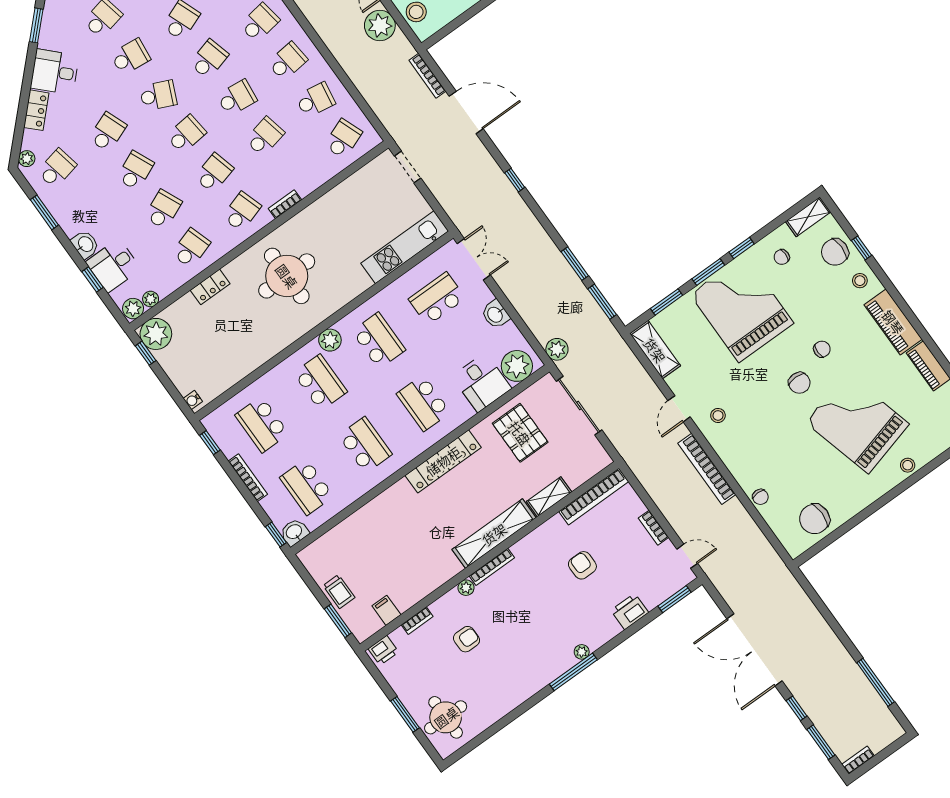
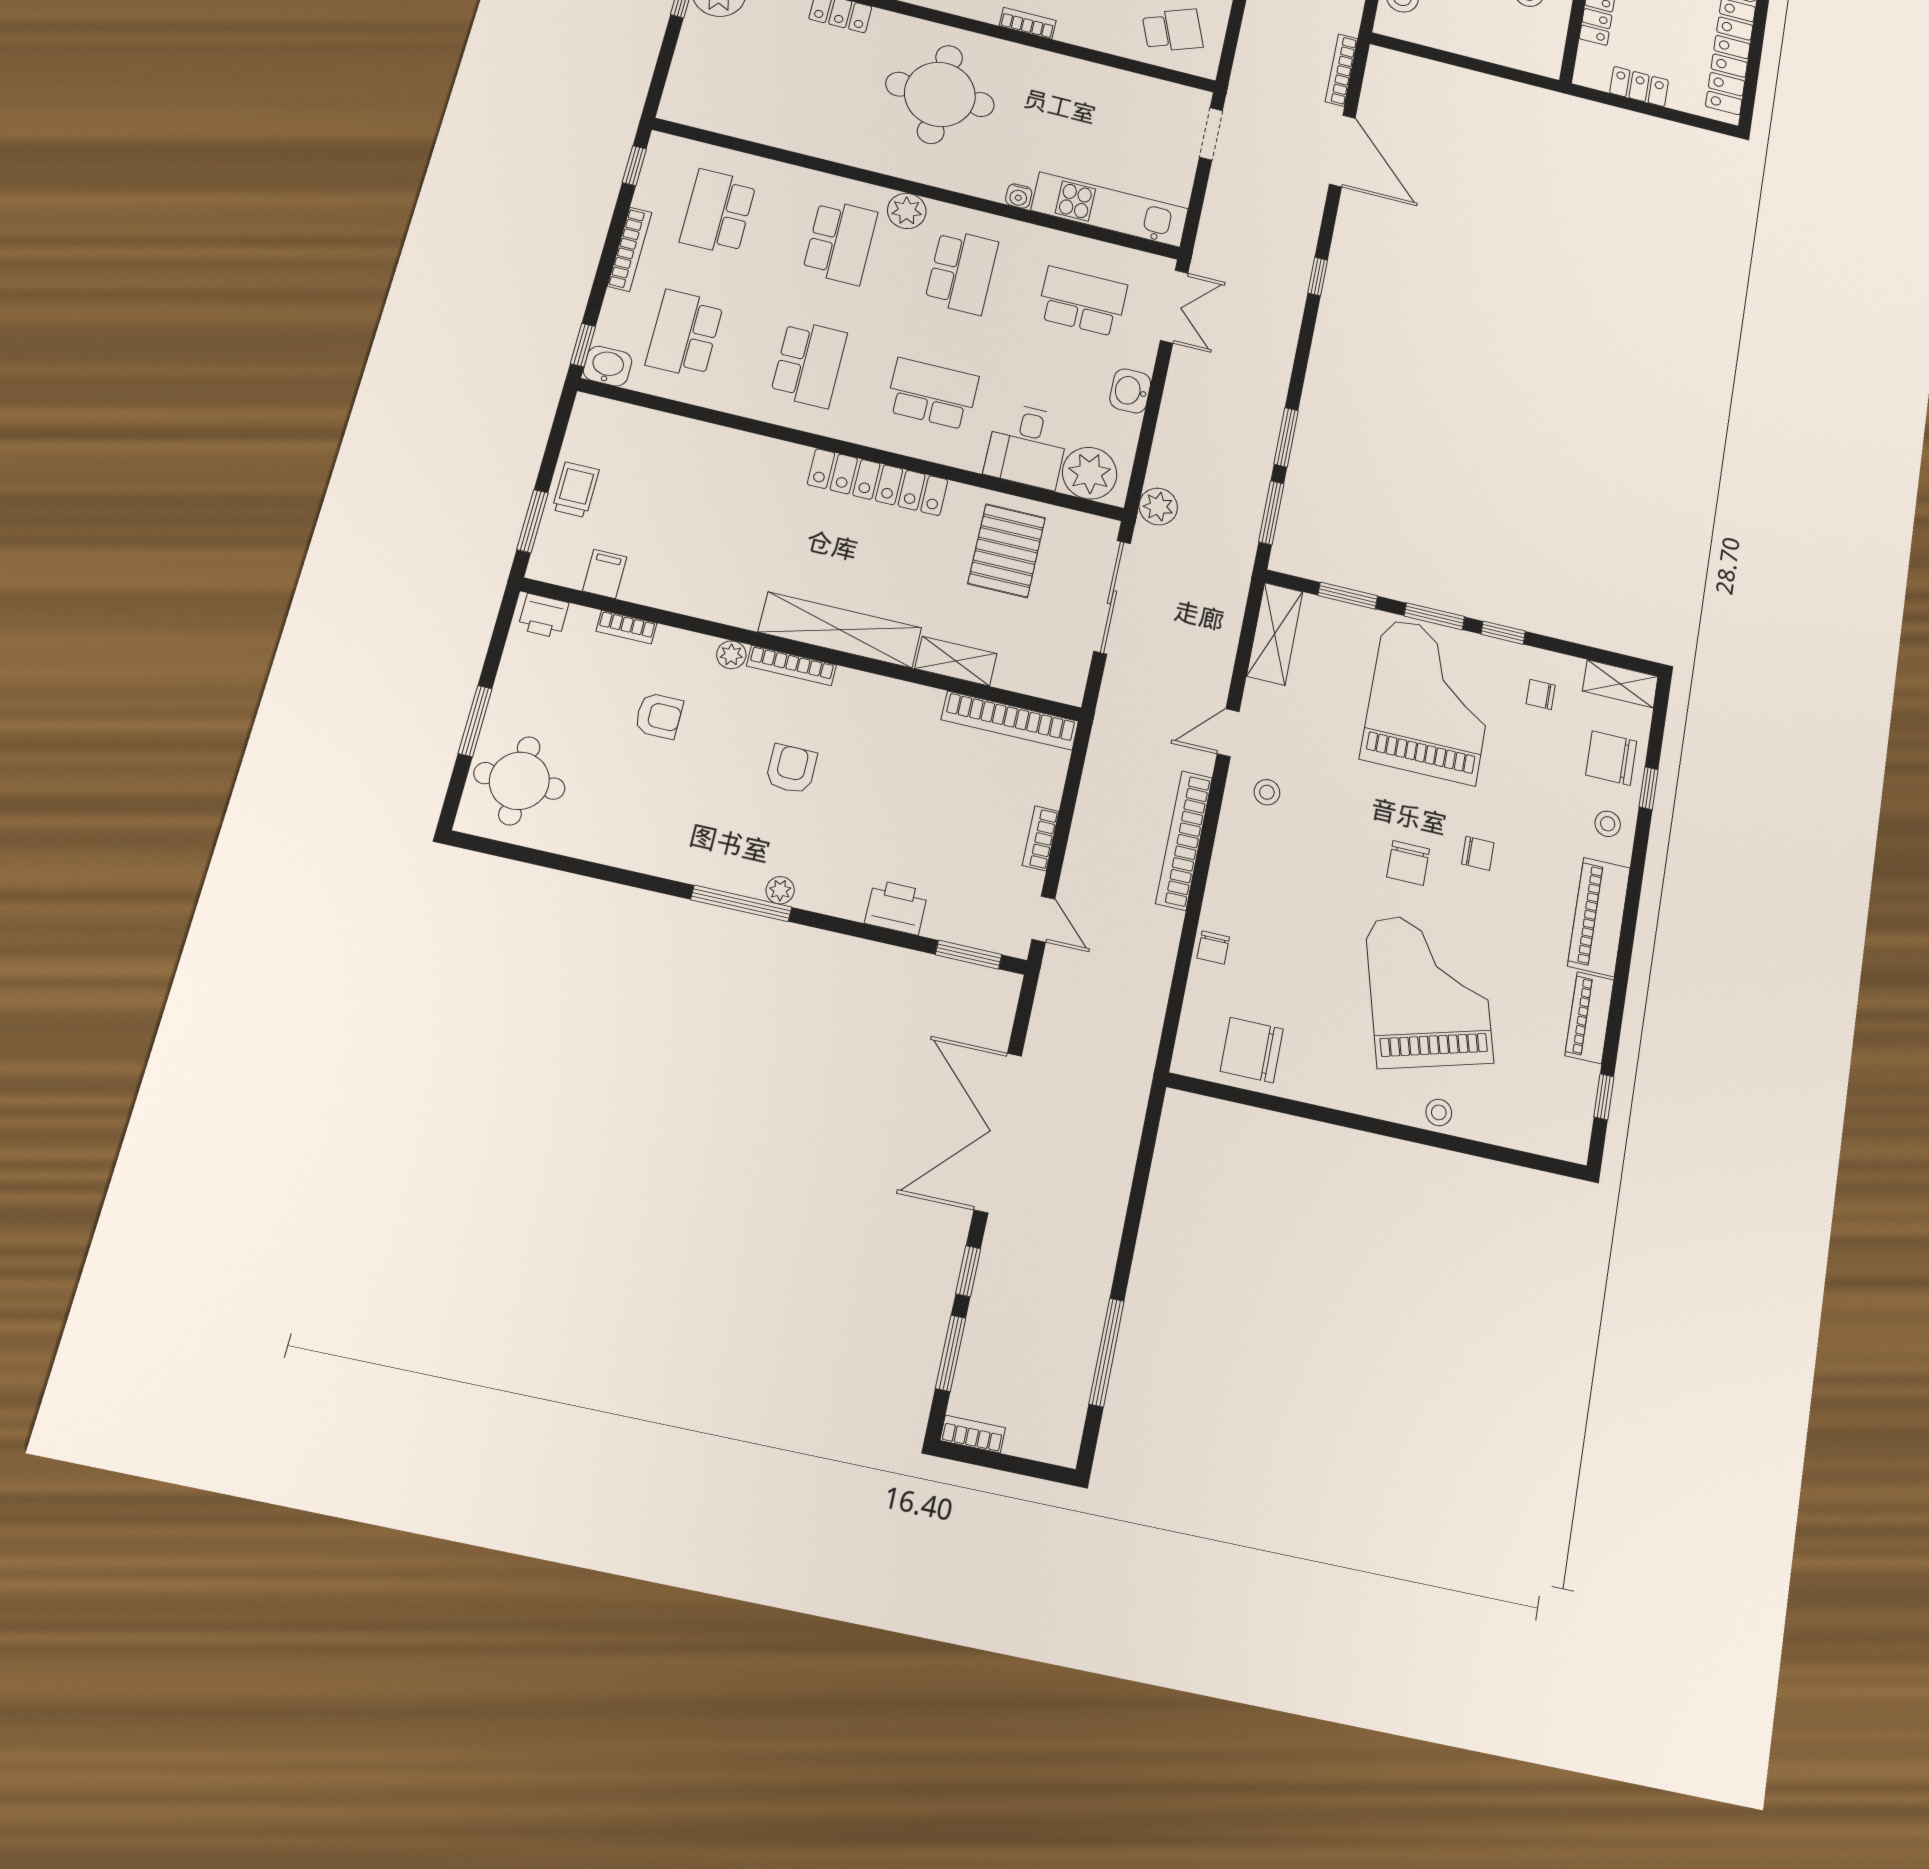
water cooler: (193, 400) -> (1019, 196), moved, turned -90
school desk: (423, 403) -> (932, 394), turned 90
armchair: (582, 565) -> (791, 769), moved
trolley: (339, 592) -> (576, 490), turned 180

